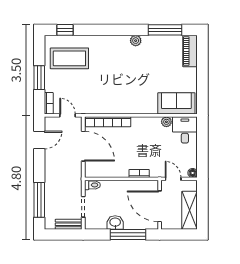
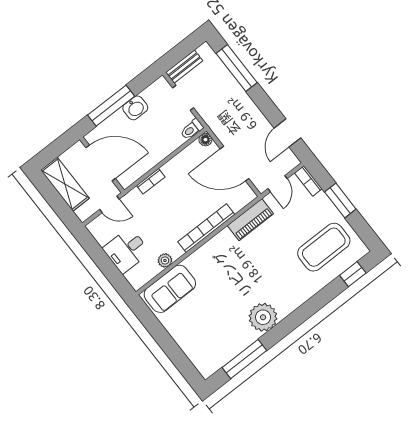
plant: (136, 41) -> (263, 317), width x1.88, depth x1.88
piano: (190, 51) -> (250, 220), moved, turned 90
door: (68, 115) -> (278, 184), hinge flipped
bookcase: (108, 122) -> (206, 228), moved
desk: (185, 130) -> (126, 250), moved, turned 90
floor lamp: (193, 173) -> (205, 140), moved

